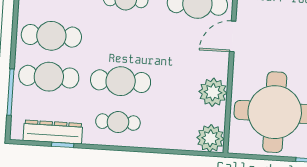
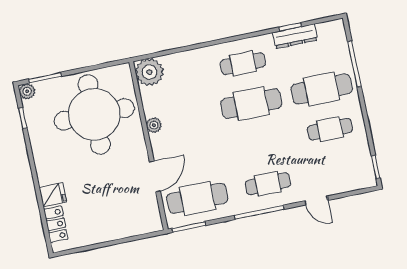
cafe table: (51, 36) -> (330, 129), width x0.73, depth x0.74
plant: (213, 92) -> (154, 125), width x0.53, depth x0.53
dresser: (53, 132) -> (295, 36), width x0.73, depth x0.80

